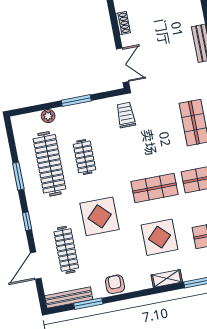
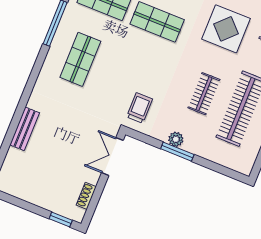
trolley: (126, 115) -> (140, 108), turned 180
plant: (48, 116) -> (176, 139), moved

